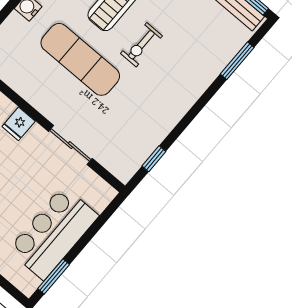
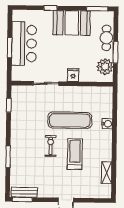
window: (237, 61) -> (8, 157), moved
window: (54, 276) -> (10, 48), moved

